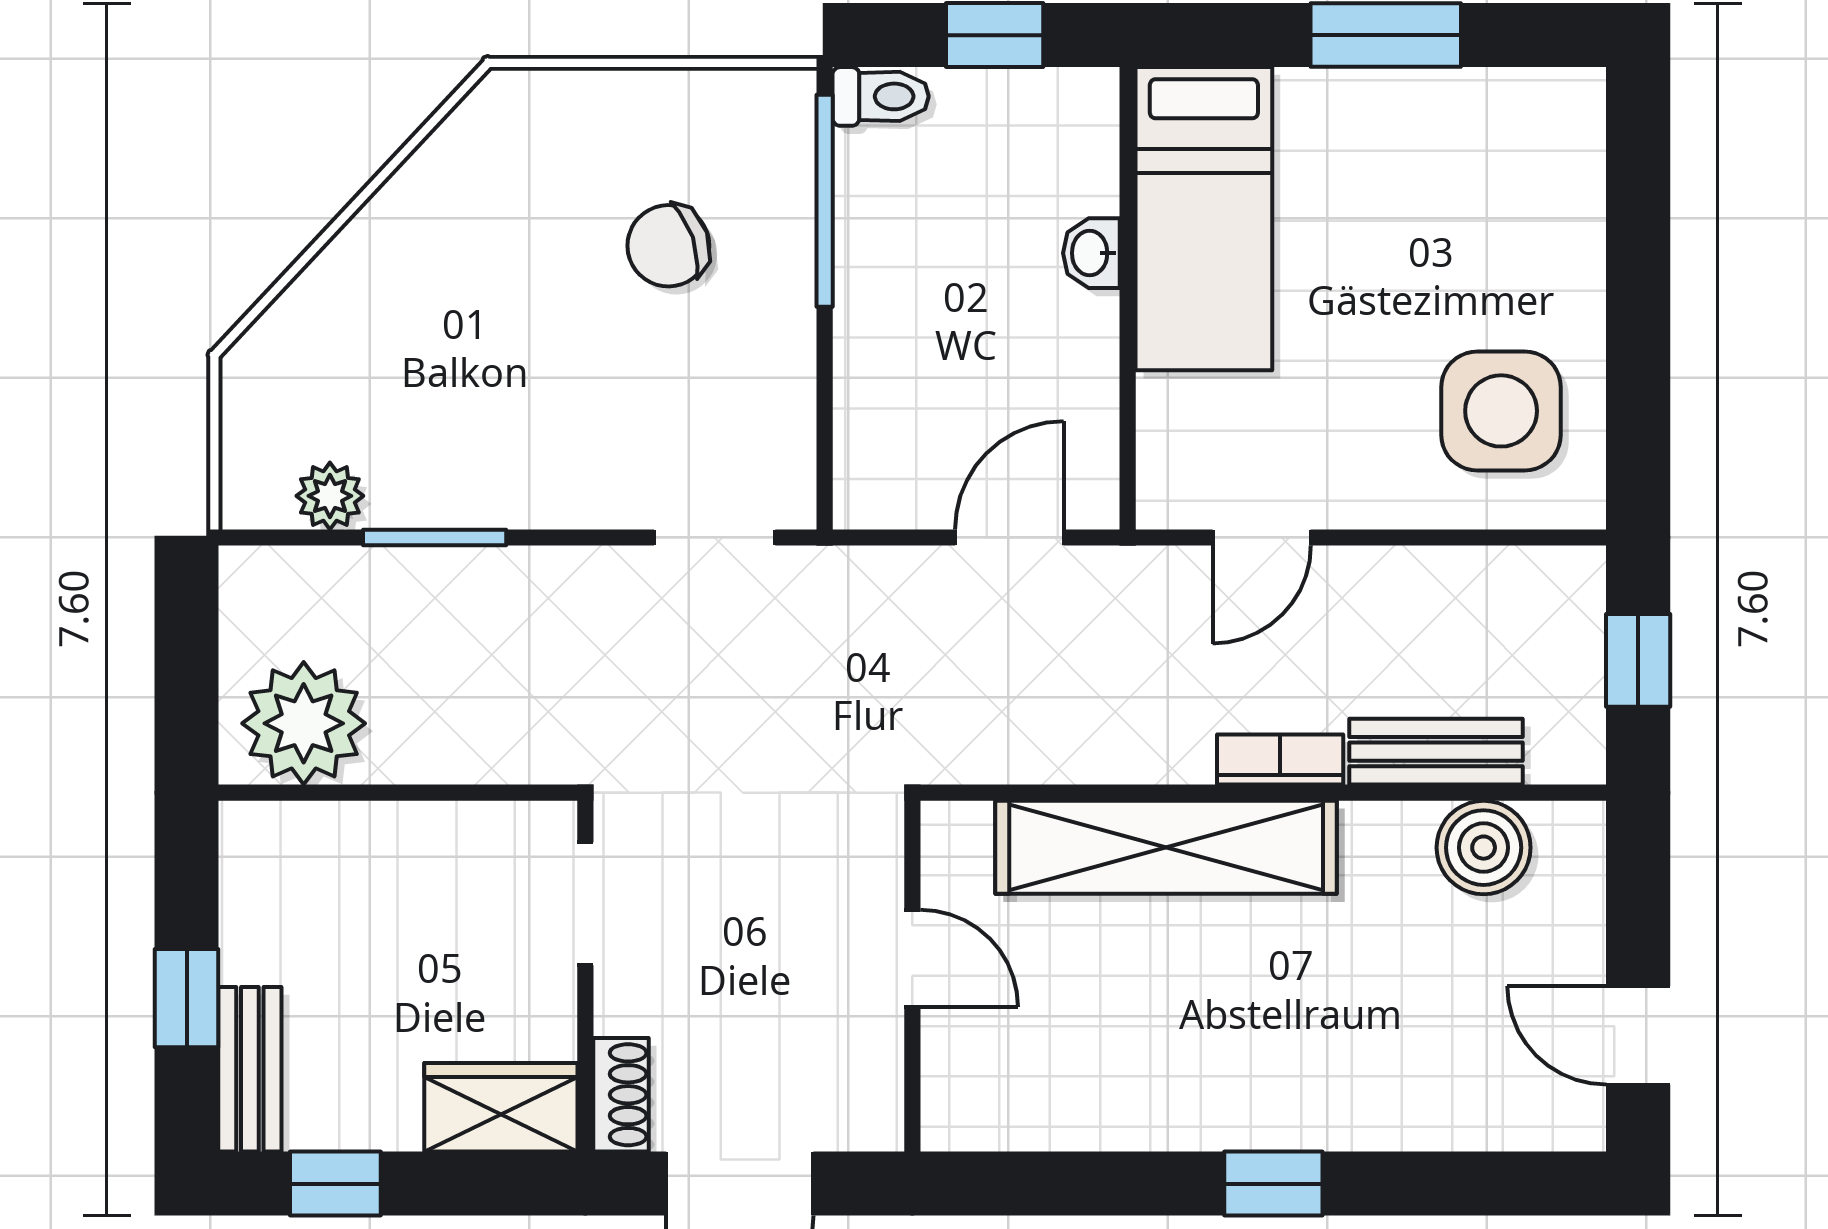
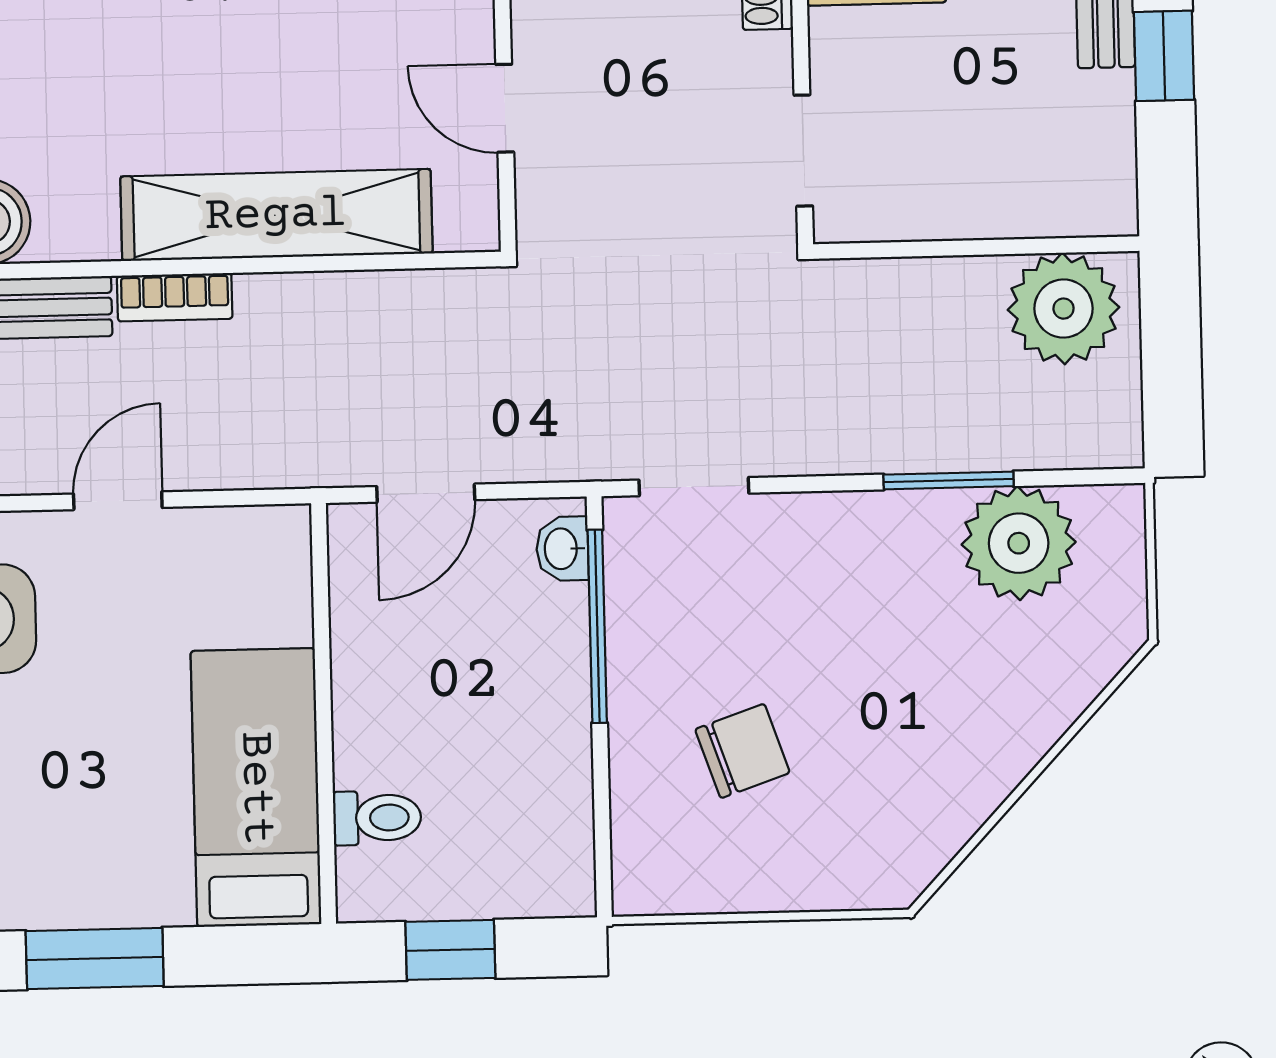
toilet: (881, 96) -> (377, 818), moved, turned 180
window: (825, 201) -> (597, 626), moved
washbasin: (1091, 253) -> (562, 549), moved, turned 180
plant: (330, 496) -> (1019, 543), width x1.87, depth x1.87
door: (1262, 537) -> (118, 501), moved

